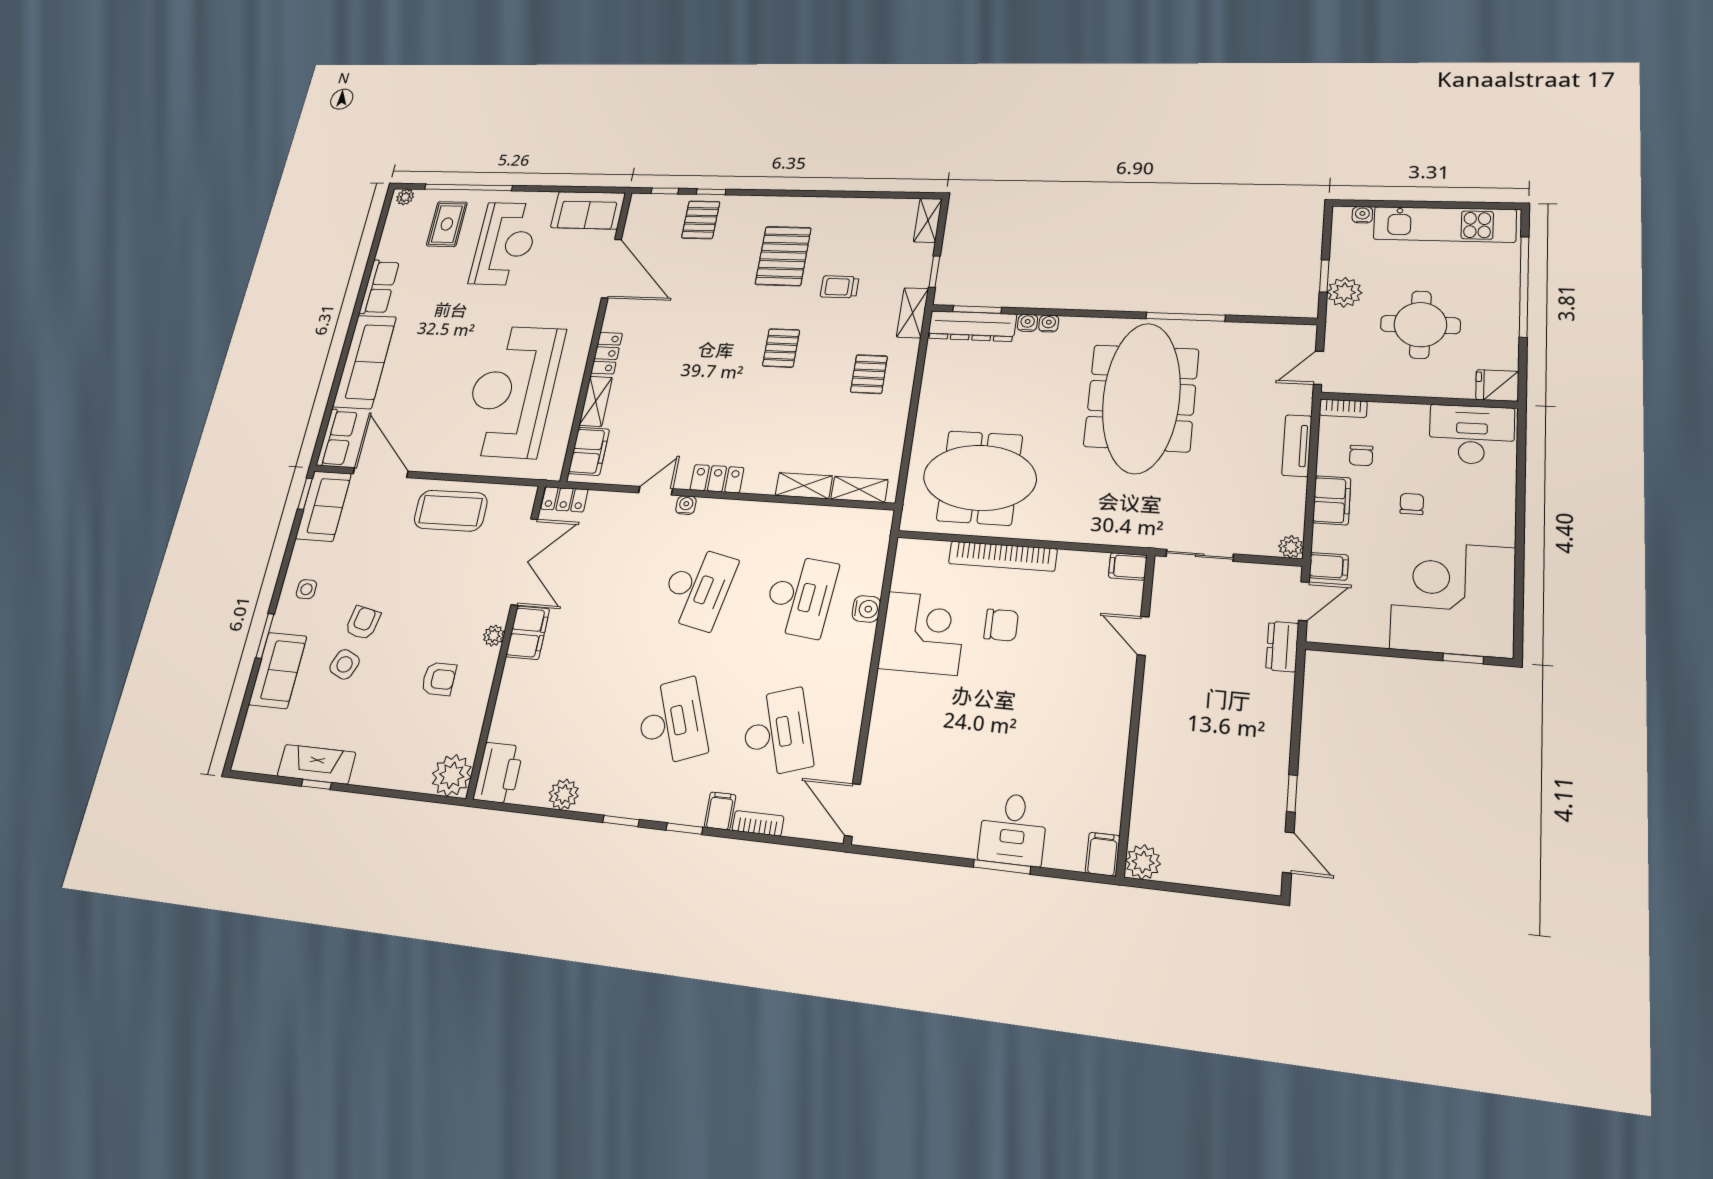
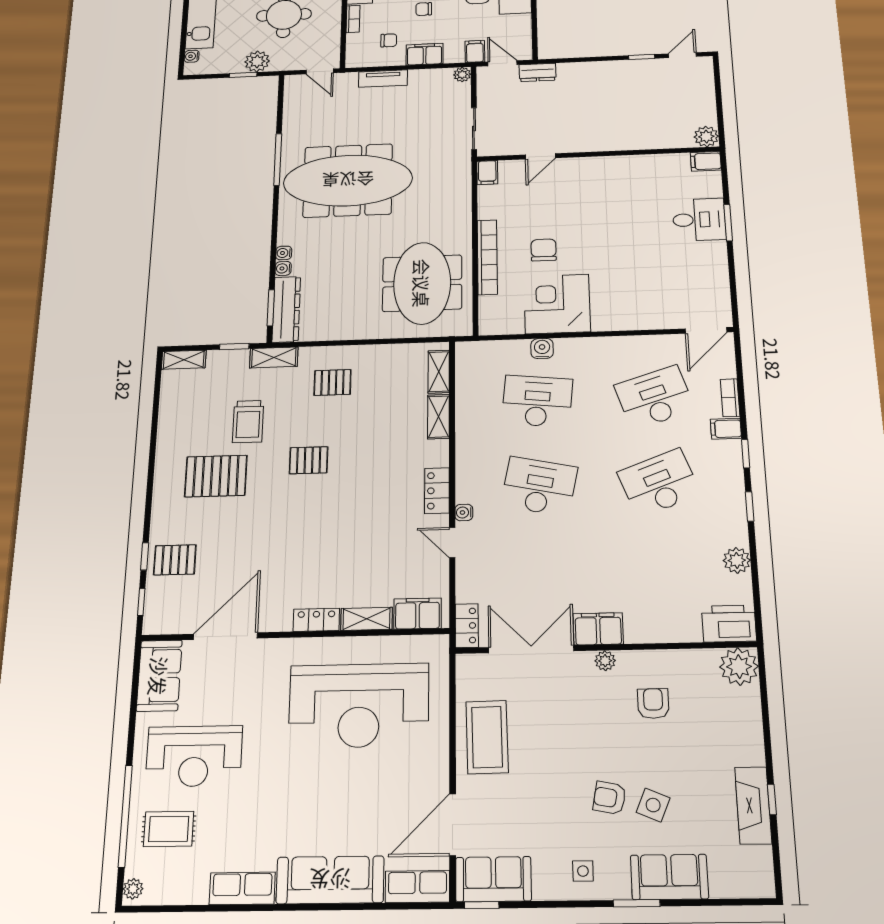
reception desk: (505, 243) -> (194, 756), turned 180
trolley: (840, 287) -> (248, 421), width x1.36, depth x1.39
bookcase: (1343, 408) -> (353, 19), moved

